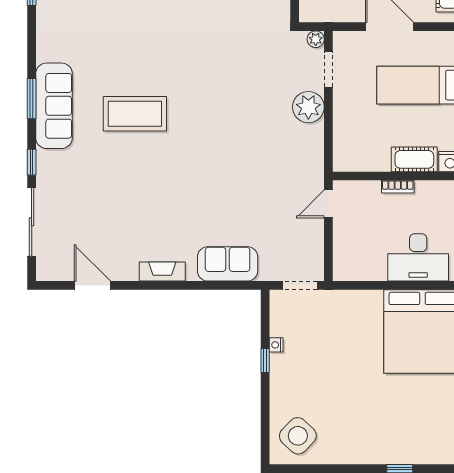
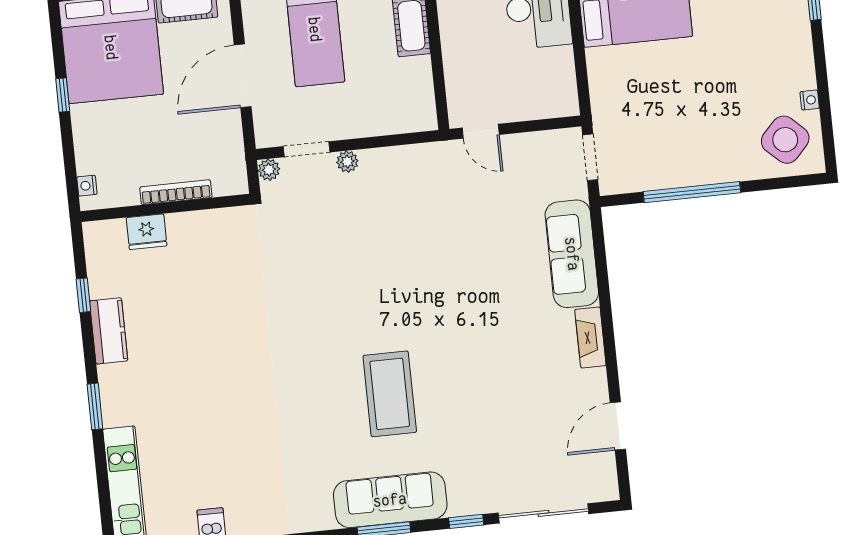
plant: (308, 107) -> (347, 162), width x0.53, depth x0.53
bookcase: (398, 187) -> (449, 44), removed
sofa: (228, 264) -> (572, 254), width x1.36
nightstand: (276, 345) -> (810, 100), moved, turned -90
window: (265, 360) -> (692, 192), width x3.17

